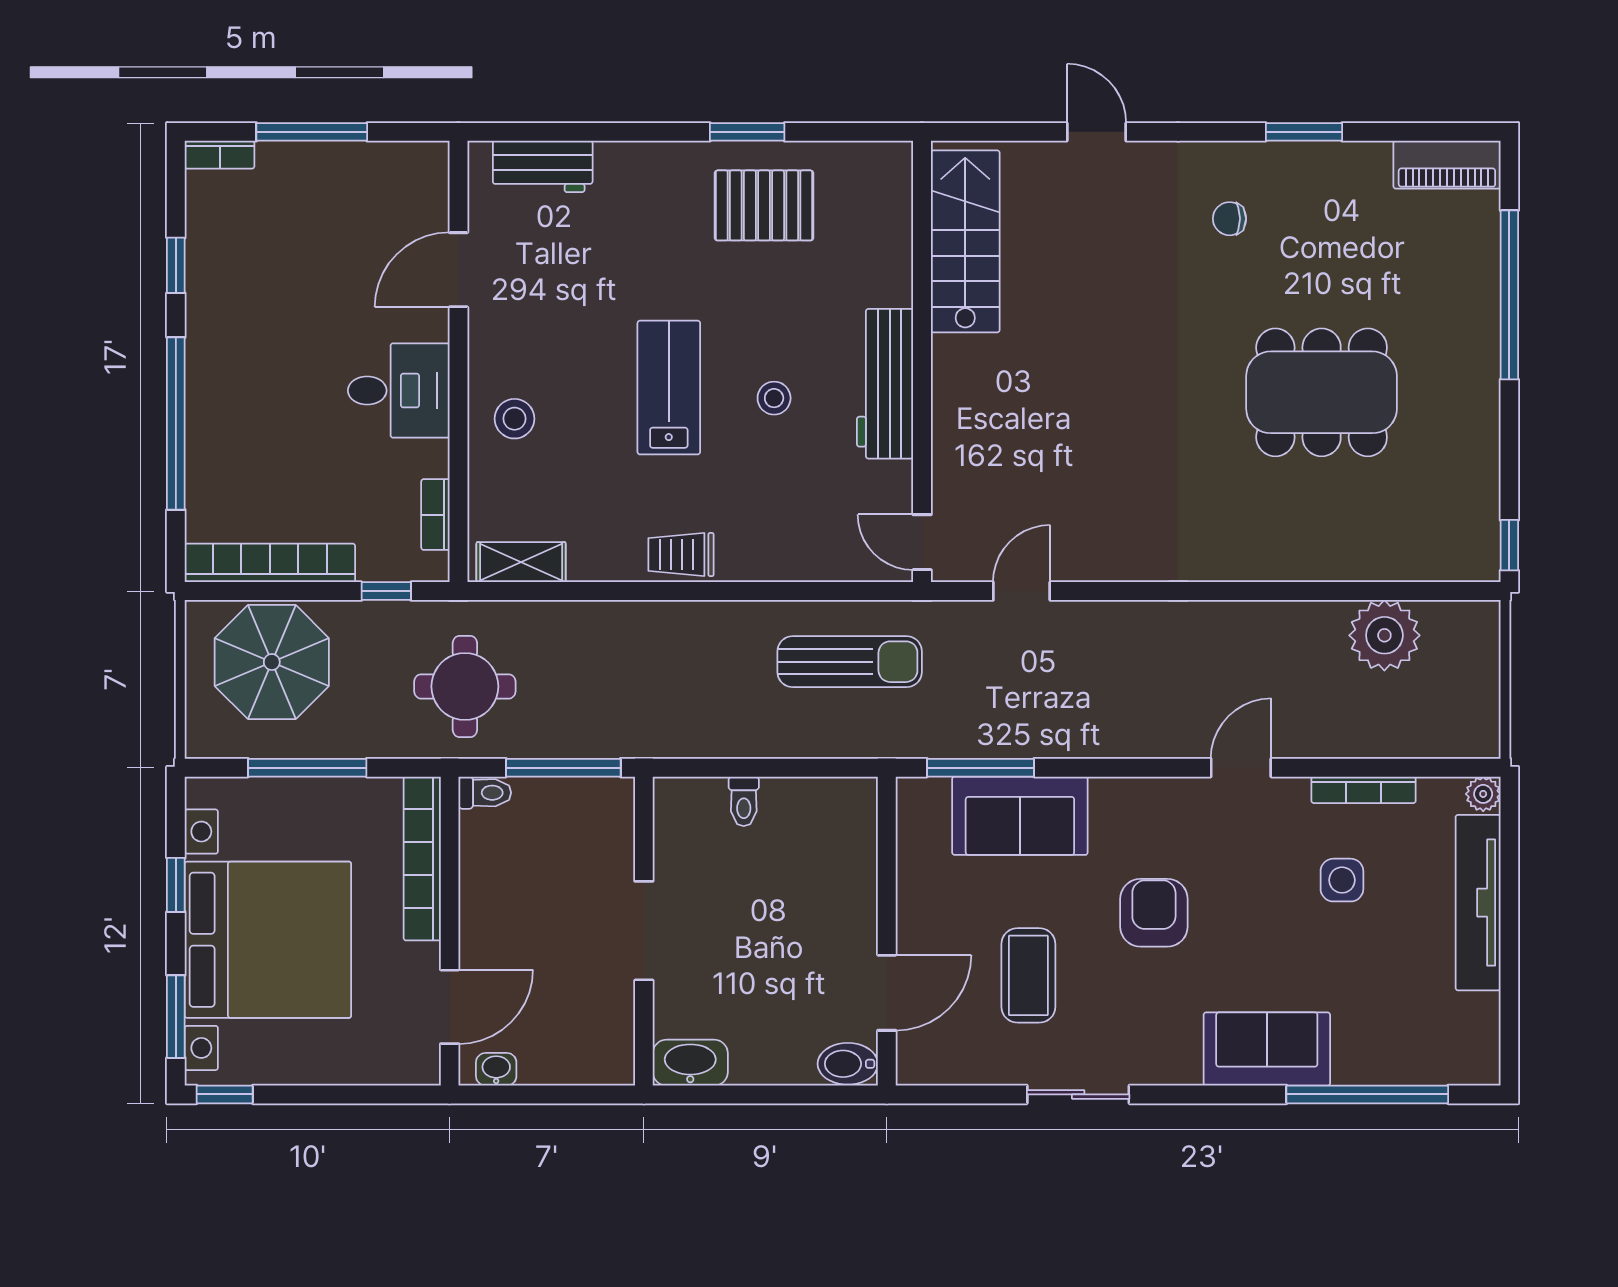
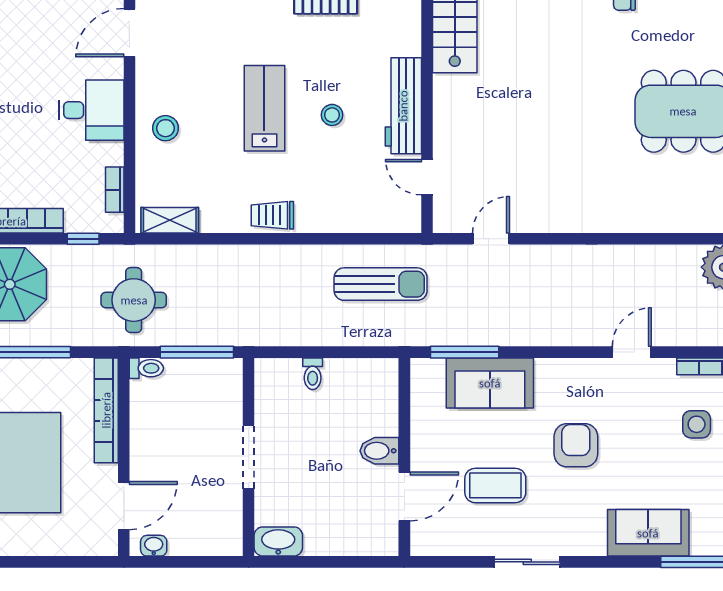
door: (922, 542) -> (427, 177), moved
coffee table: (1028, 975) -> (495, 485), turned 90
bidet: (848, 1064) -> (379, 451), moved

